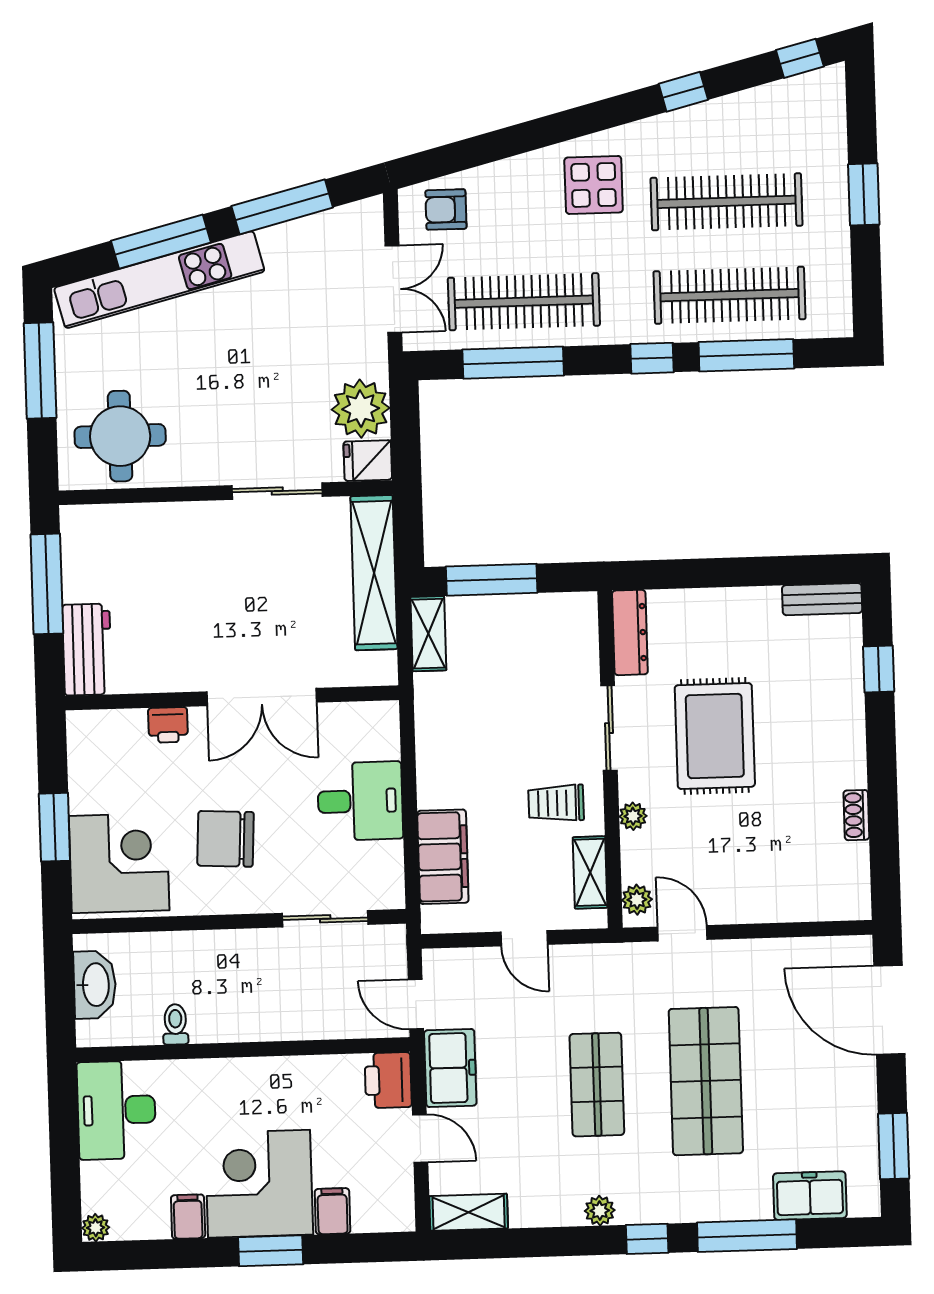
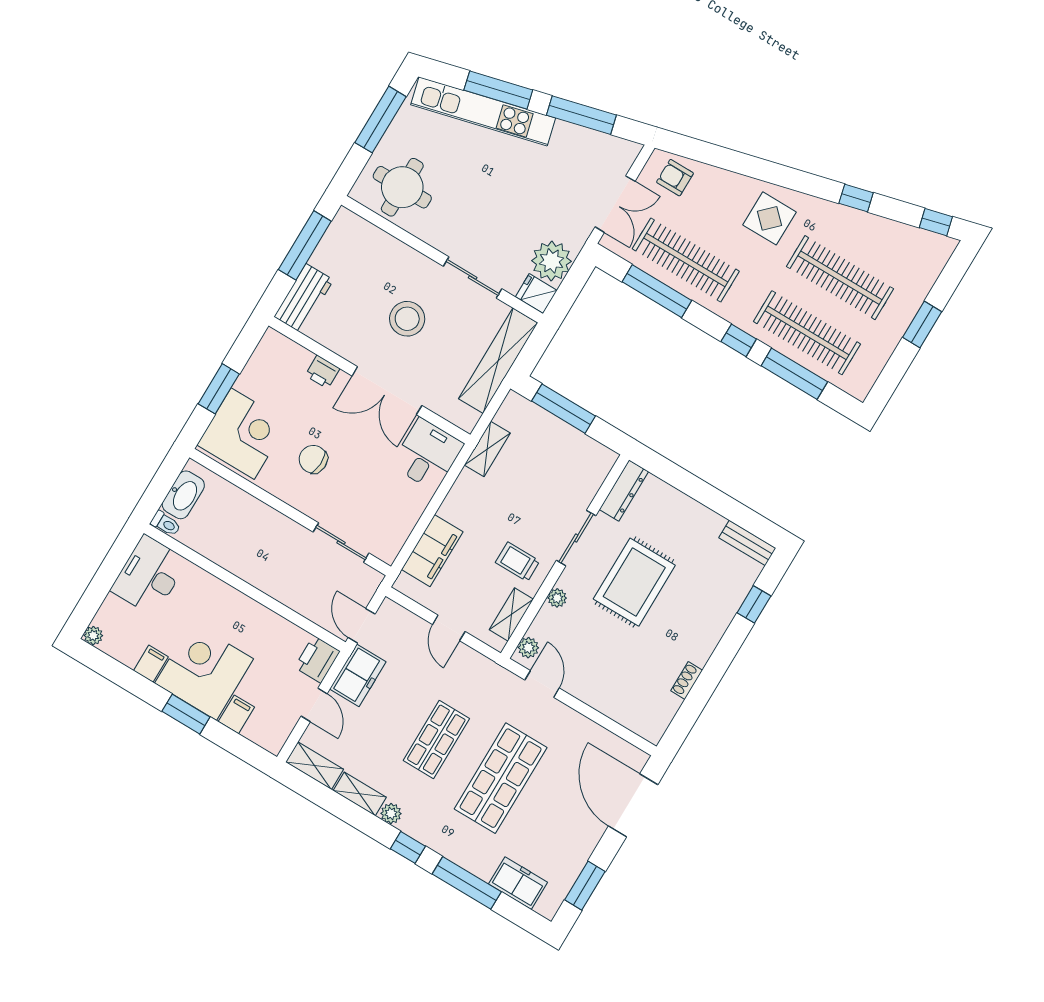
stool: (230, 593) -> (407, 319), added
shelving: (428, 634) -> (487, 449), moved
desk: (360, 801) -> (427, 455), moved, turned -90
chair: (225, 839) -> (313, 459), width x0.73, depth x0.73
toilet: (175, 1024) -> (166, 524), moved, turned 90
shelving: (546, 1211) -> (360, 794), added

